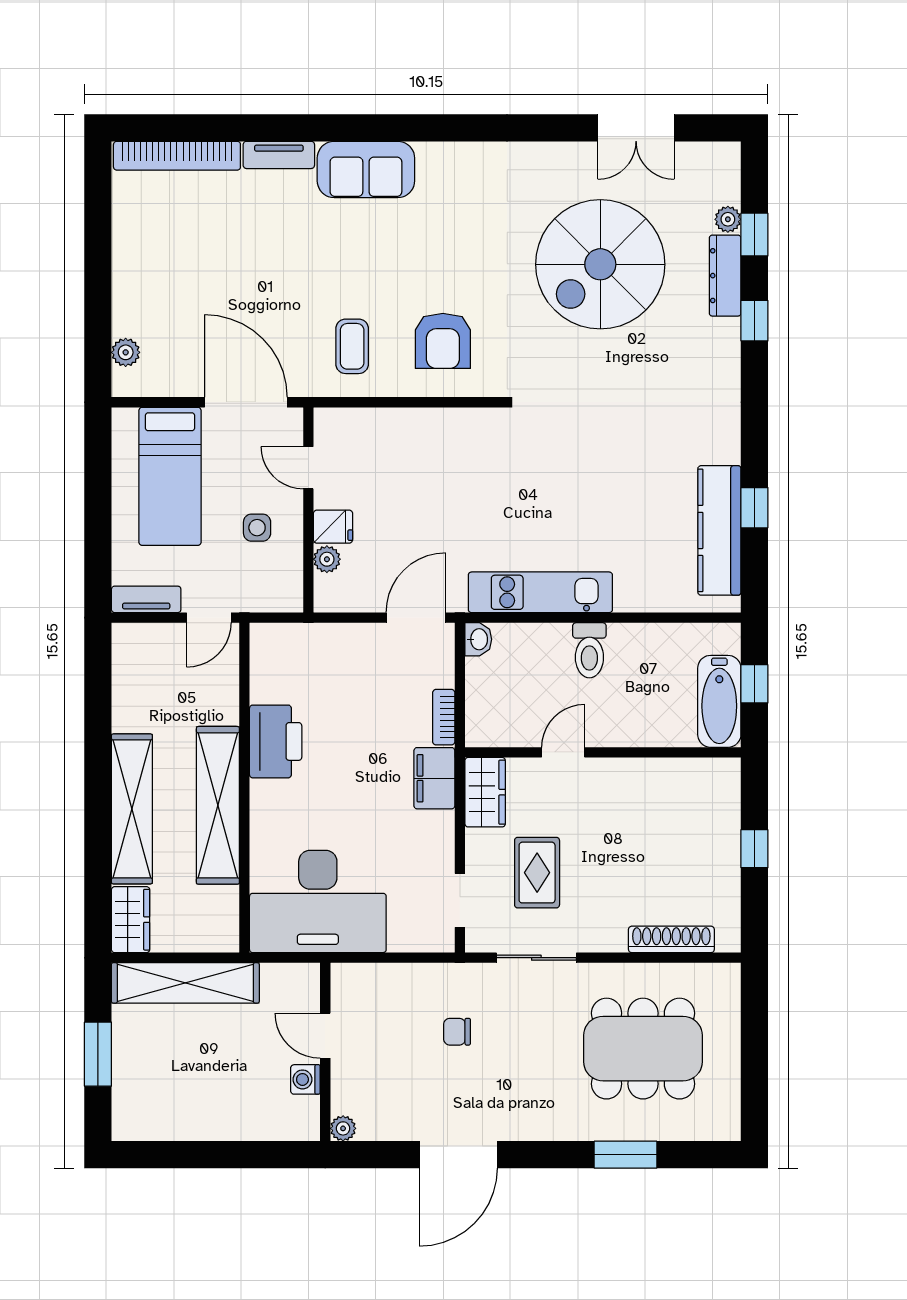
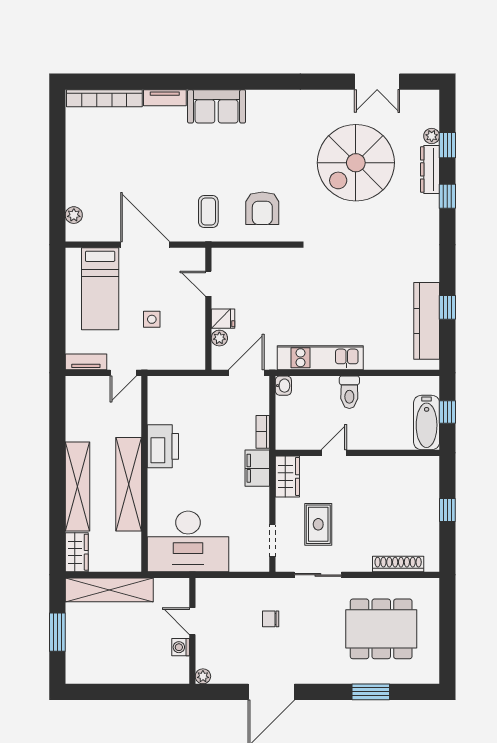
door: (308, 468) -> (208, 284), moved
wall: (308, 510) -> (208, 309), moved
fridge: (333, 527) -> (223, 319), moved
plant: (327, 559) -> (219, 338), moved

